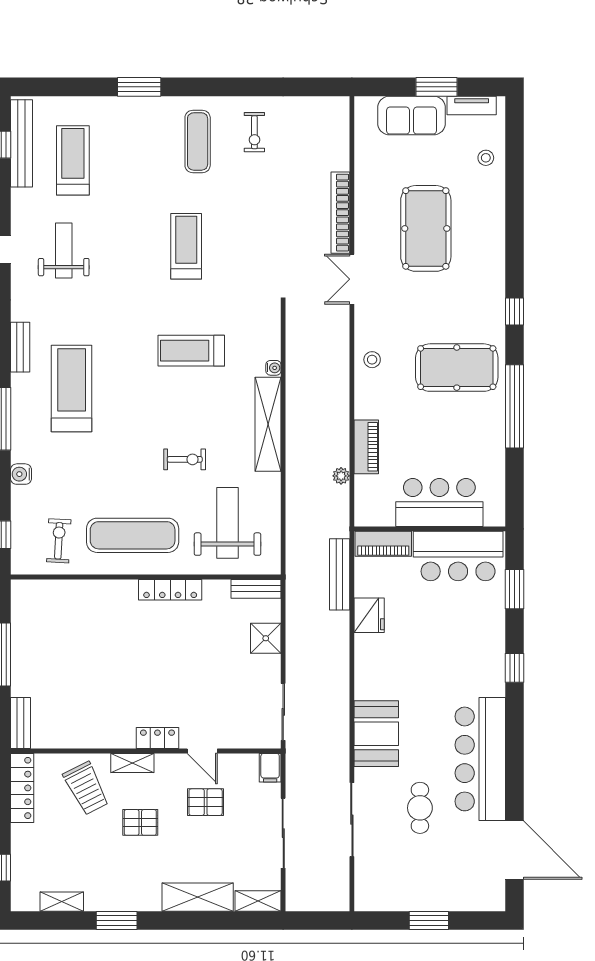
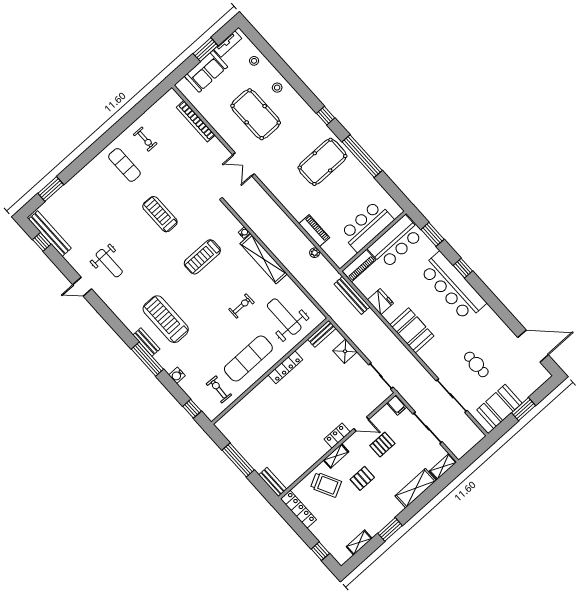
window: (139, 87) -> (51, 189), moved
treadmill: (73, 160) -> (78, 221), removed
bookcase: (340, 213) -> (196, 121), moved
weight bench: (64, 251) -> (109, 263), turned 180
bench: (20, 347) -> (146, 342), moved
stool: (372, 360) -> (277, 88), moved
booth: (376, 734) -> (412, 330), moved
bar counter: (480, 759) -> (453, 286), moved
booth: (401, 889) -> (499, 407), added

